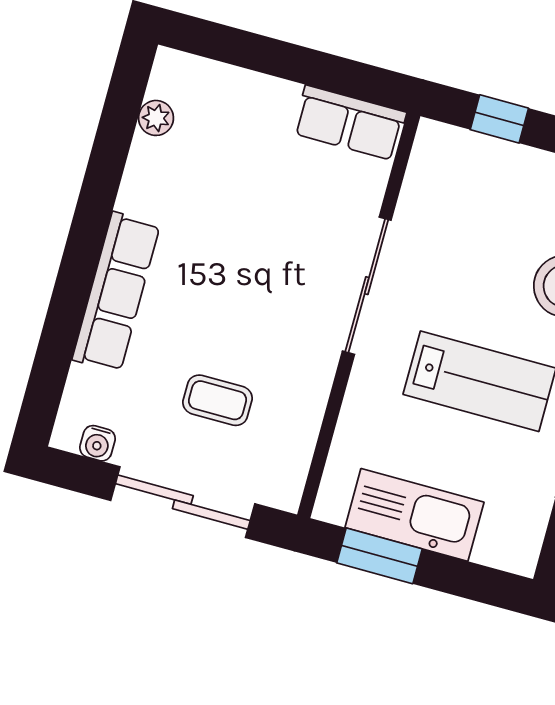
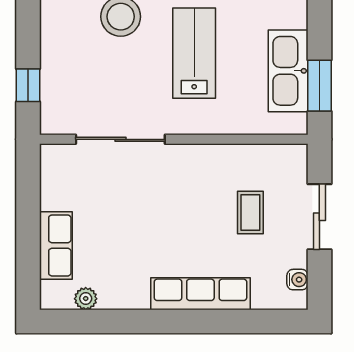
row of seats: (350, 123) -> (56, 245), moved
sliding door: (367, 286) -> (120, 139), moved
sliding door: (183, 502) -> (319, 217), width x0.73

